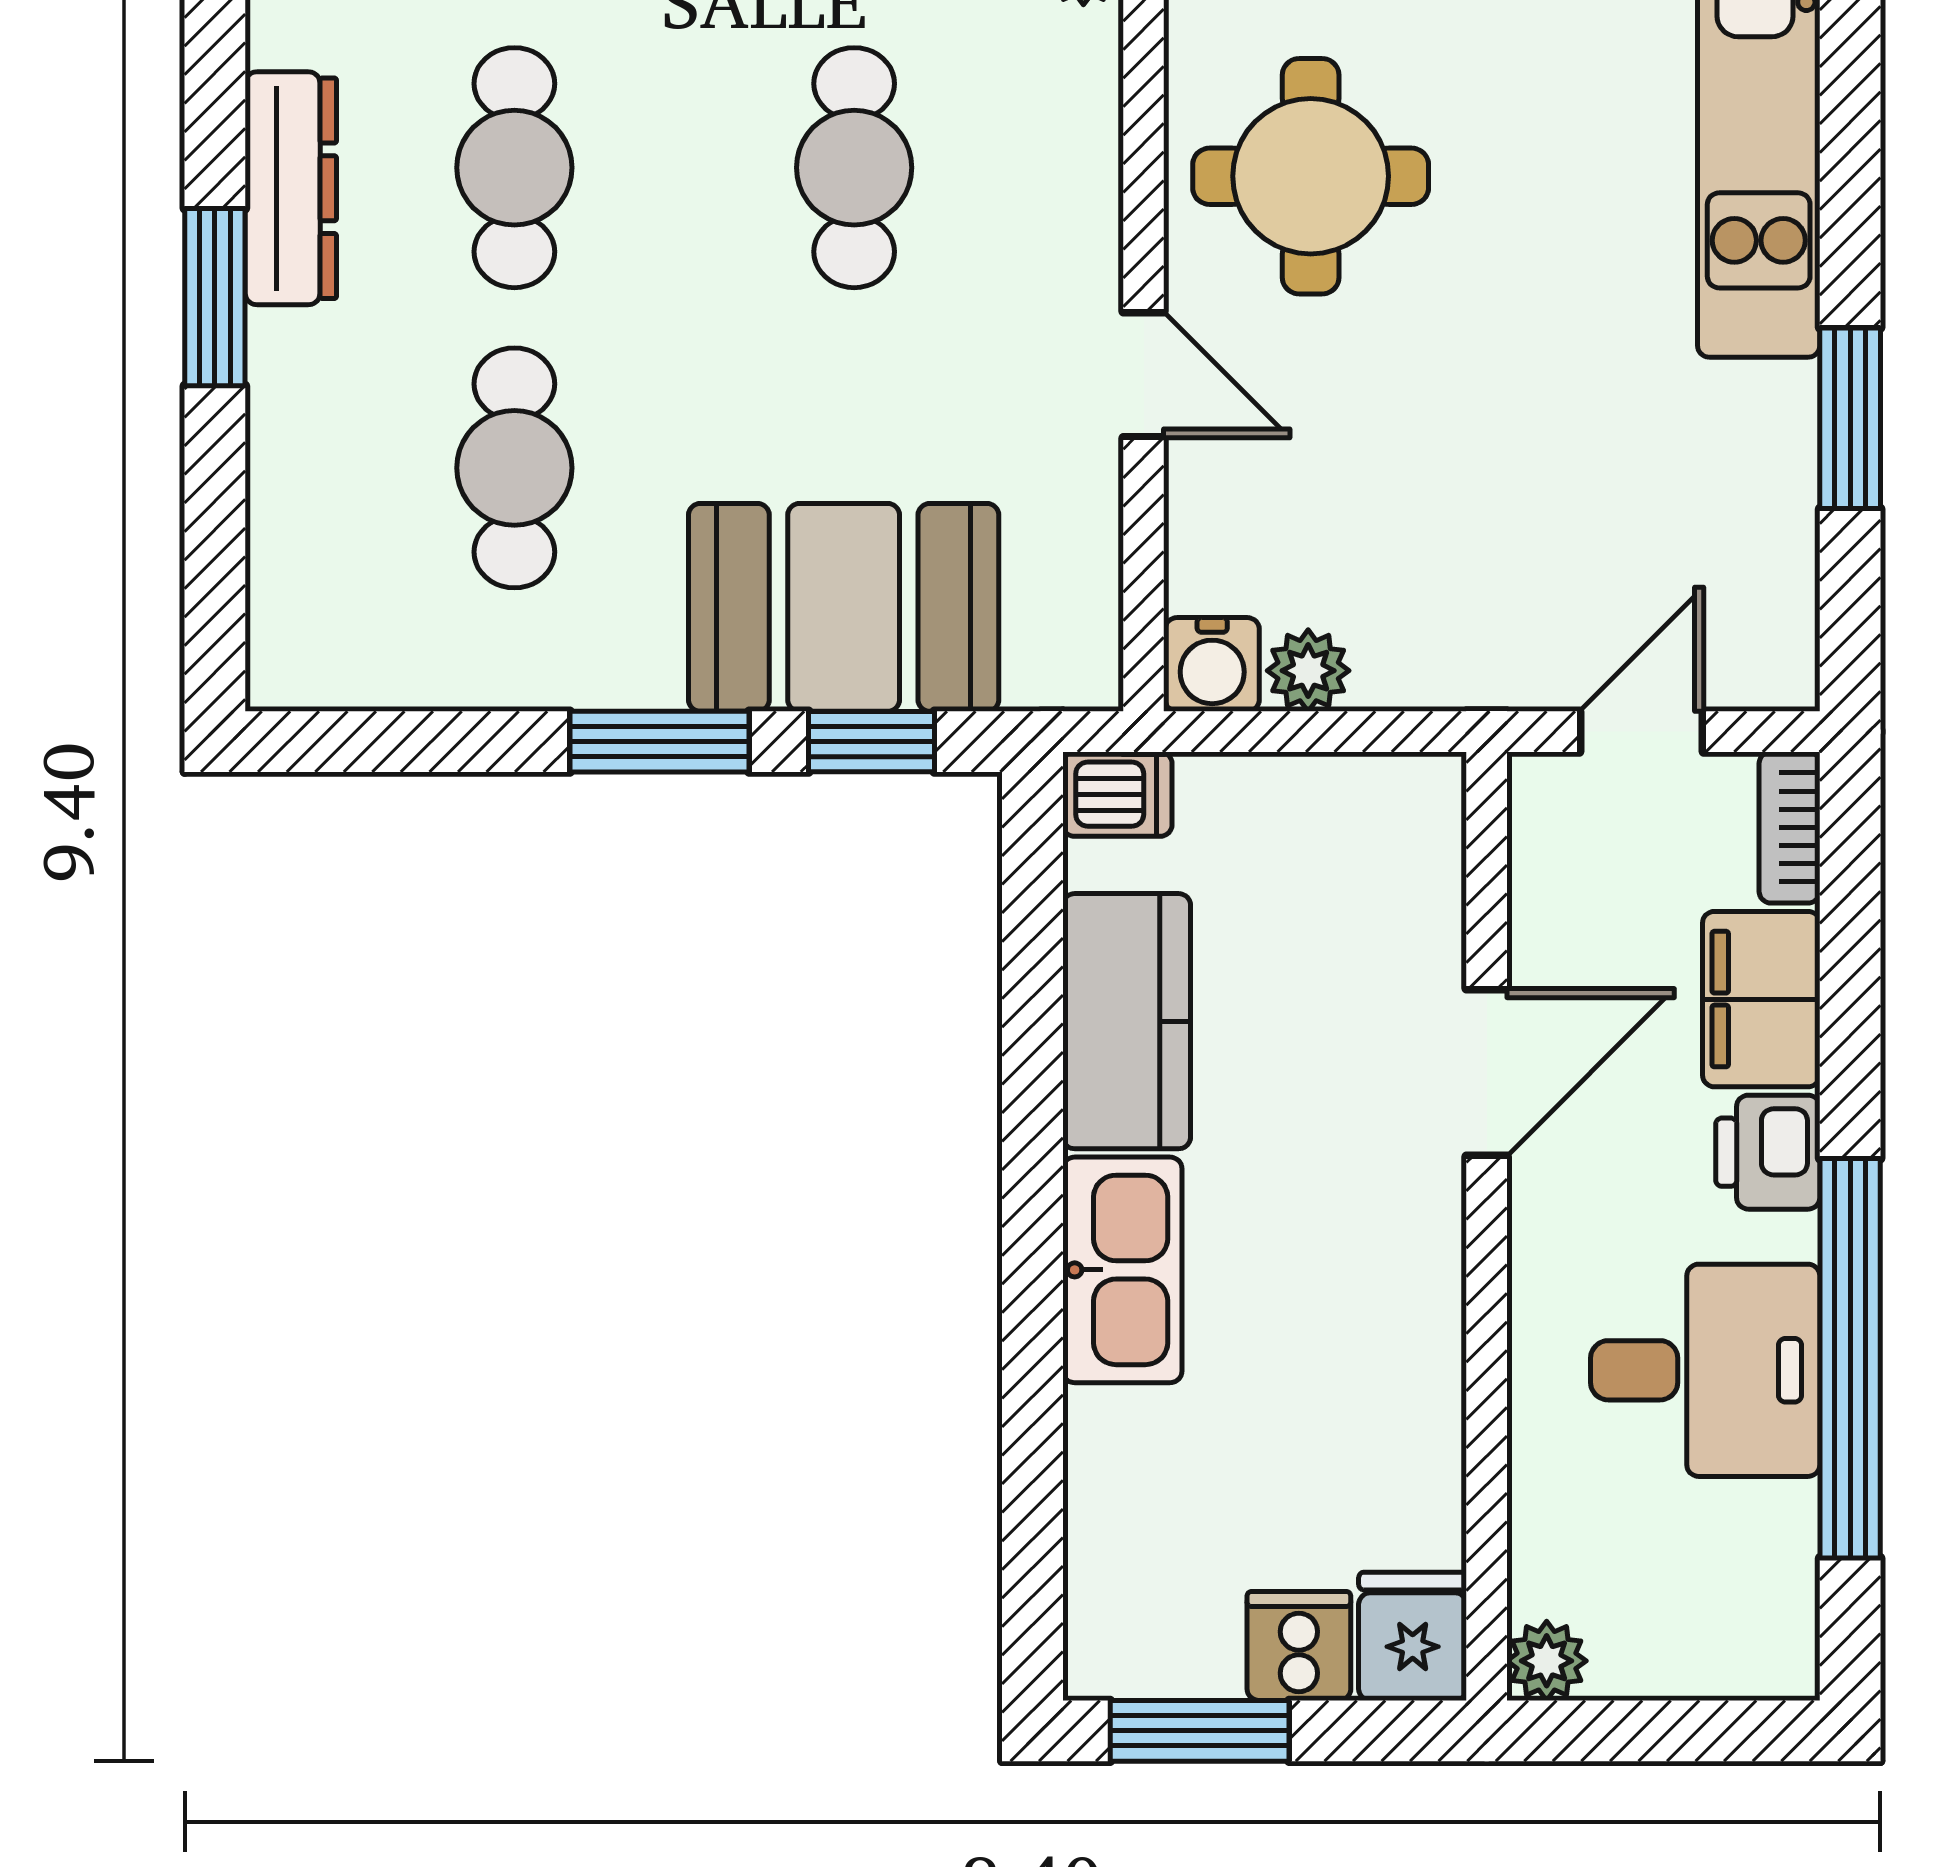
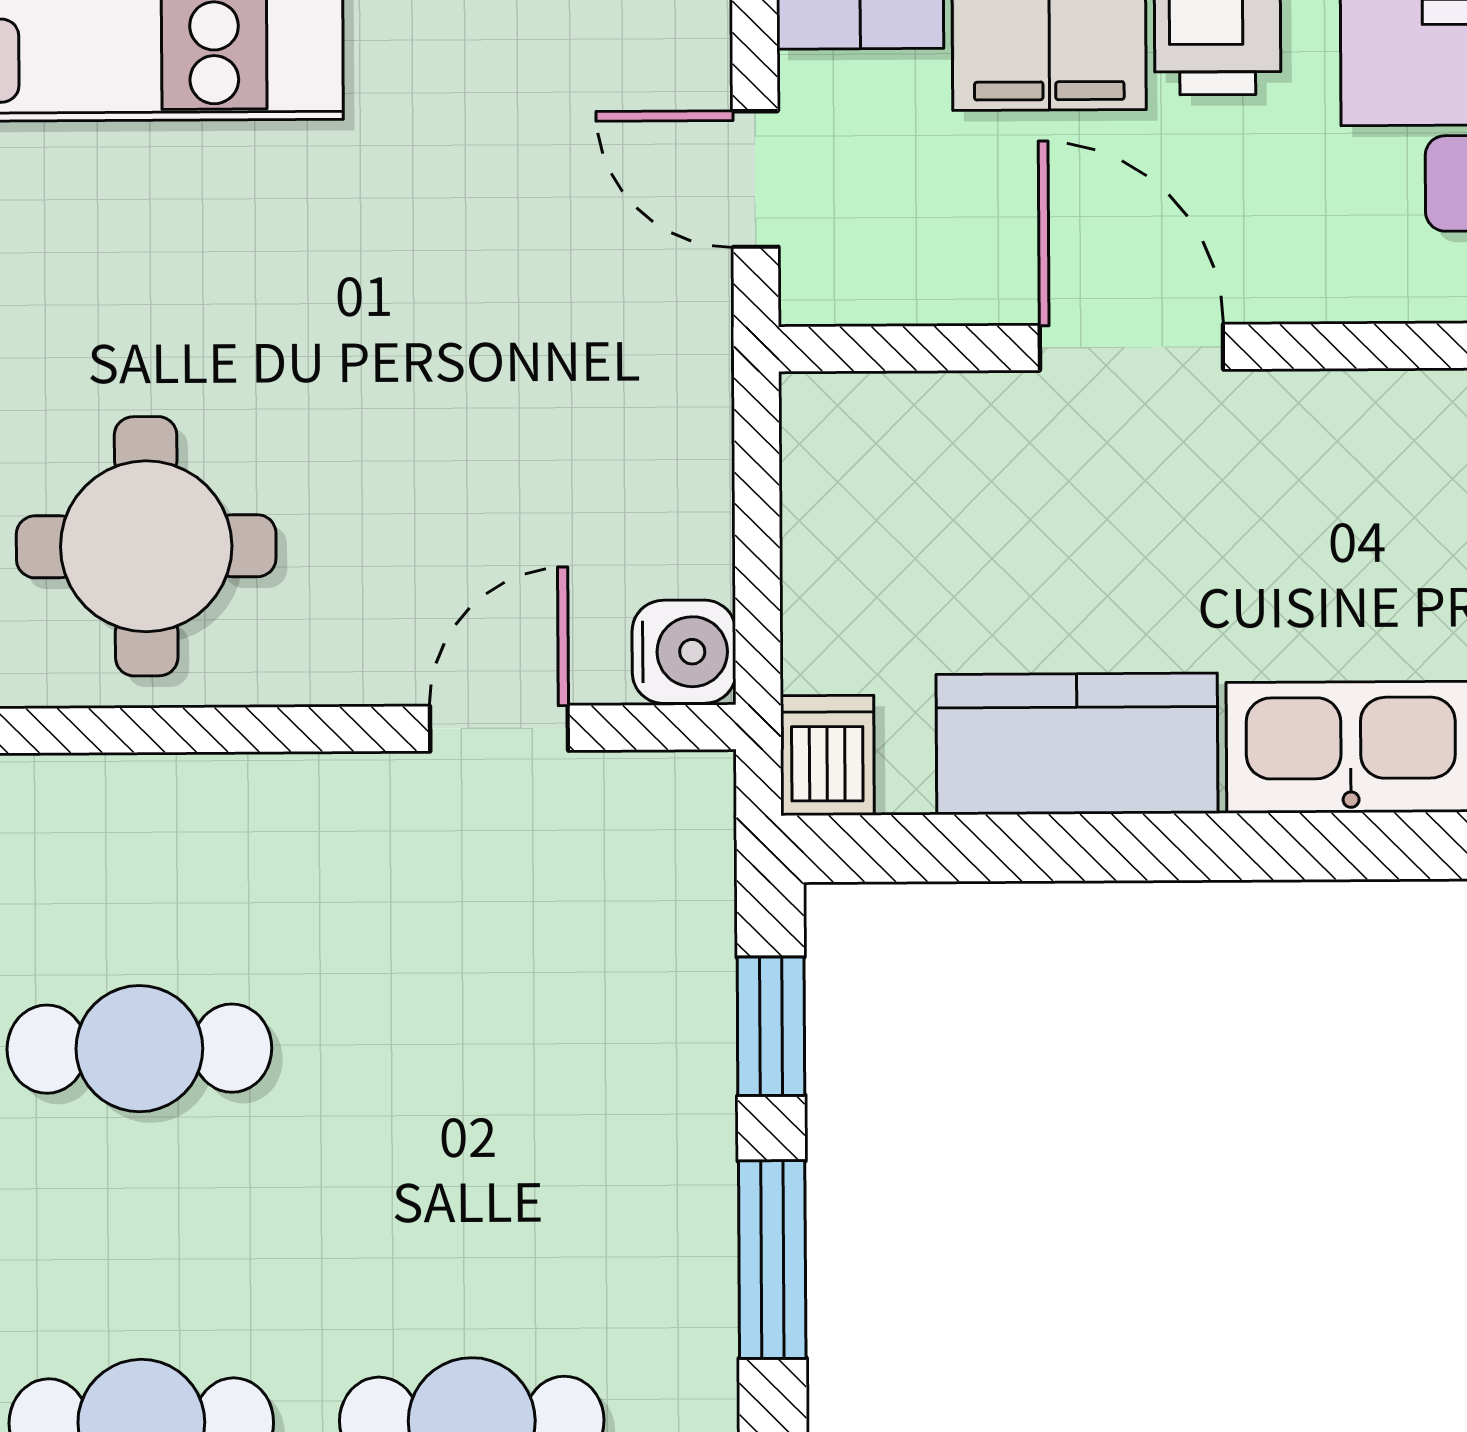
door: (1144, 375) -> (499, 728), moved
booth: (844, 607) -> (623, 1058), removed
plant: (1308, 671) -> (690, 546), removed

